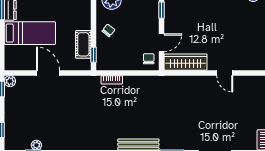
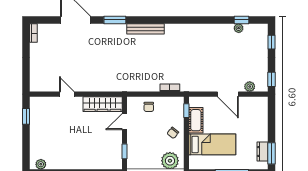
bed: (30, 33) -> (212, 144), moved, turned 180
chair: (149, 59) -> (149, 107), moved
plant: (10, 81) -> (250, 87), moved

